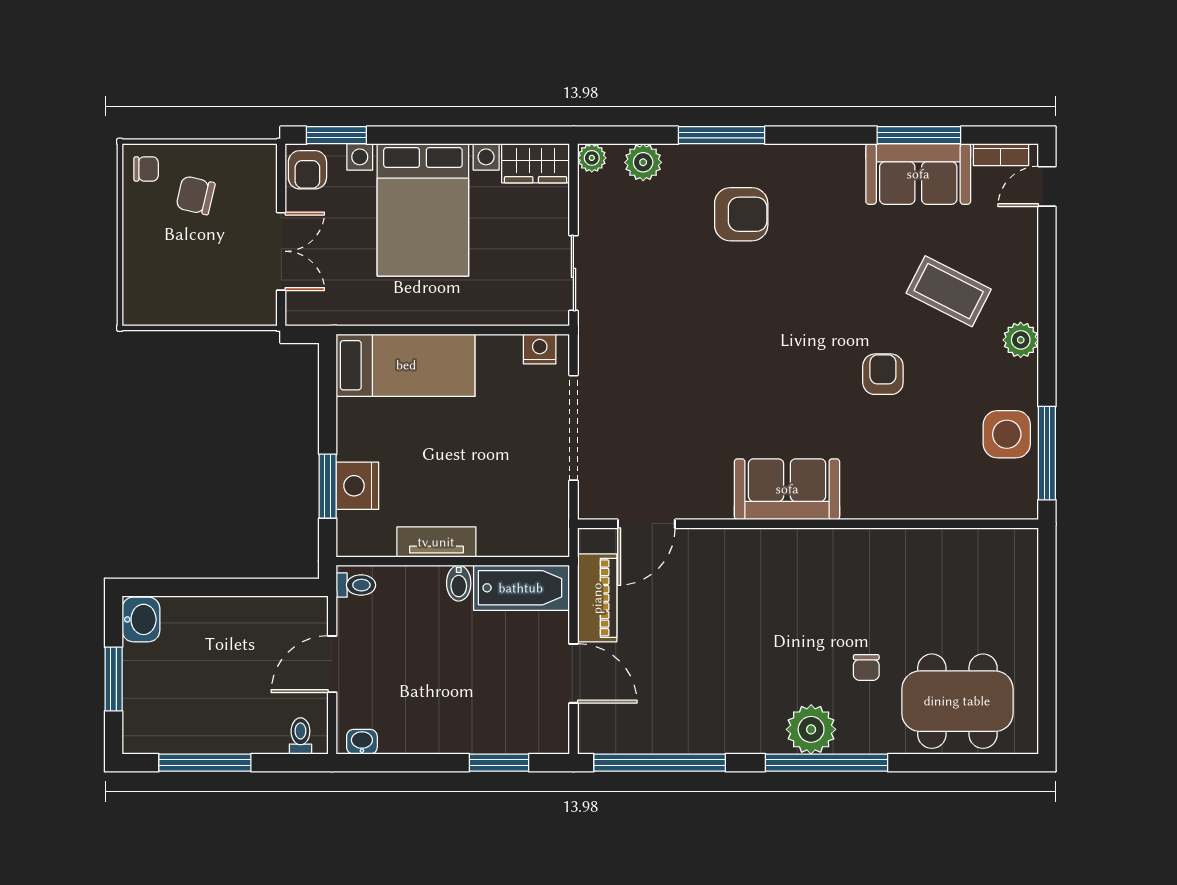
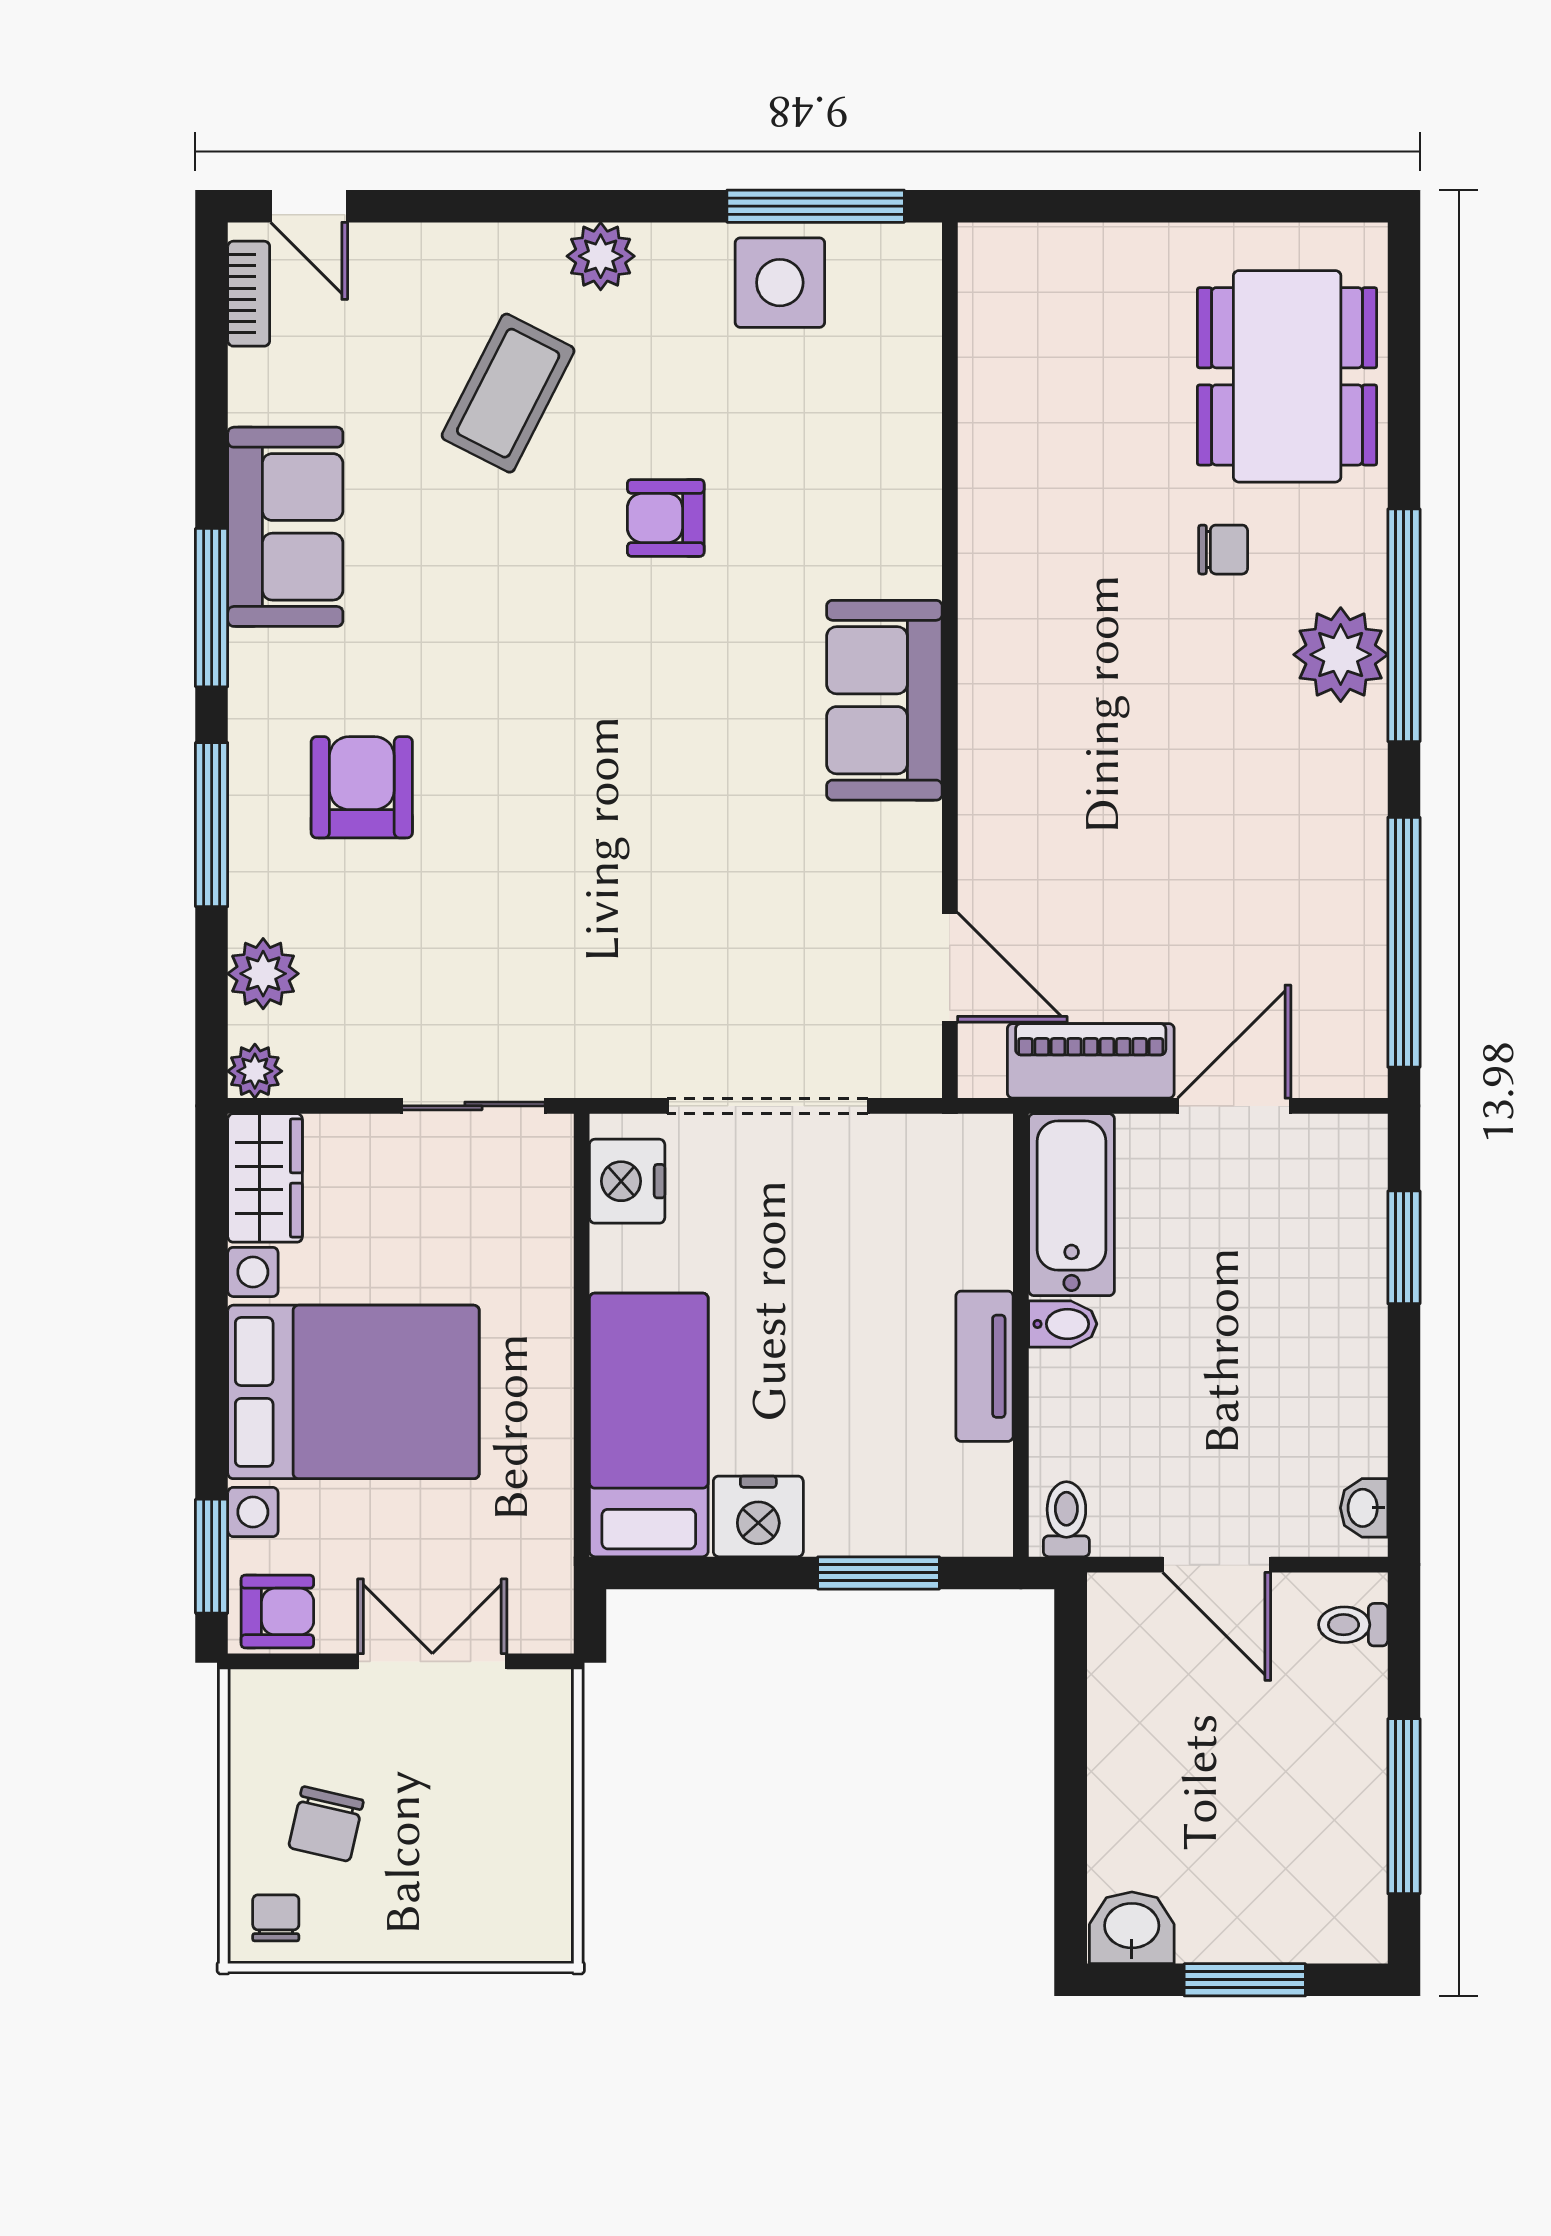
window: (919, 135) -> (212, 608), moved
sofa: (918, 174) -> (285, 527), moved
nightstand: (540, 349) -> (627, 1181), width x1.36, depth x1.33
nightstand: (357, 486) -> (758, 1516), moved

